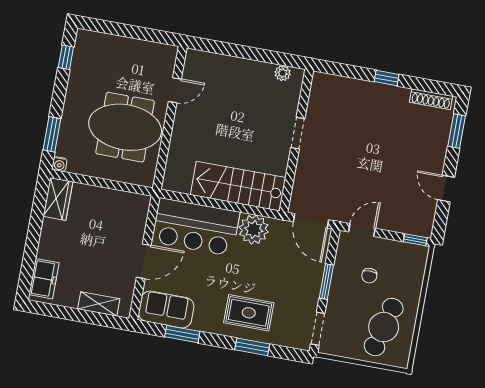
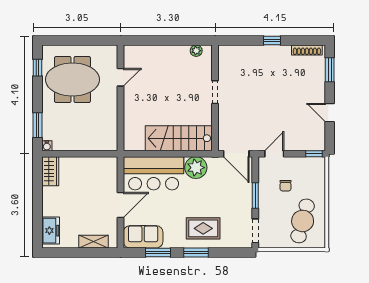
meeting table: (125, 127) -> (72, 80), moved
window: (252, 347) -> (196, 253), moved

